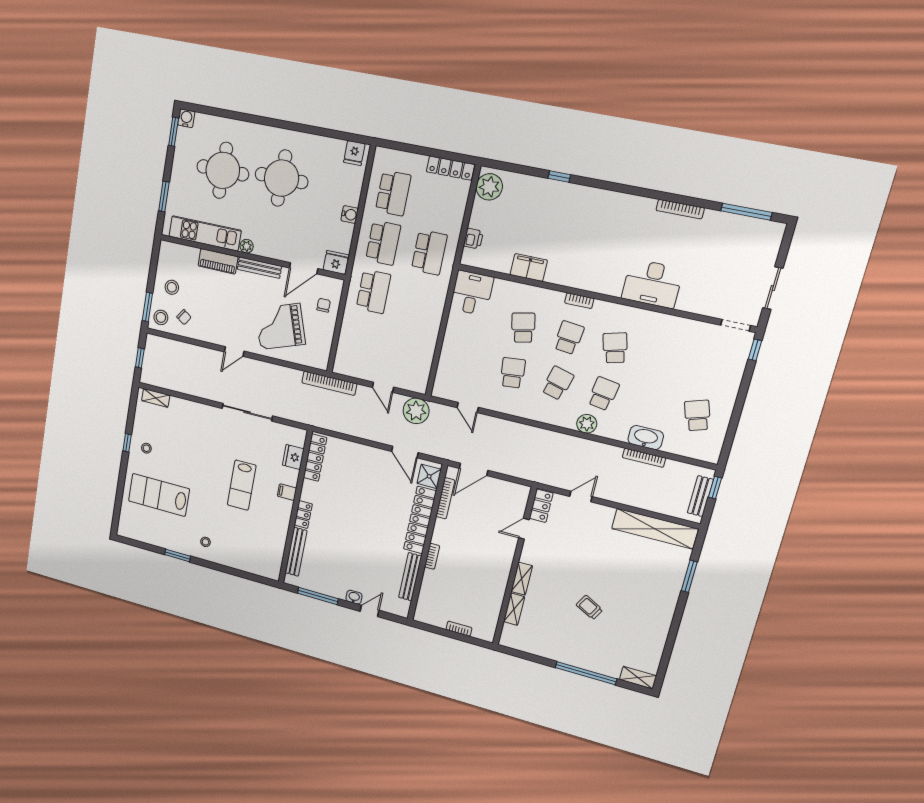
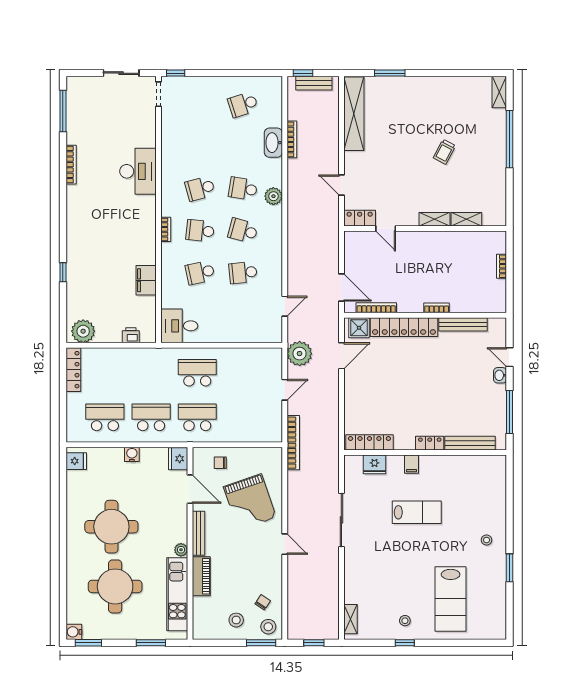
school desk: (429, 252) -> (197, 373), moved

